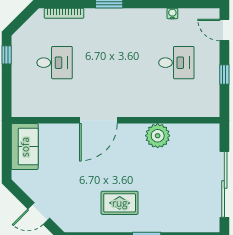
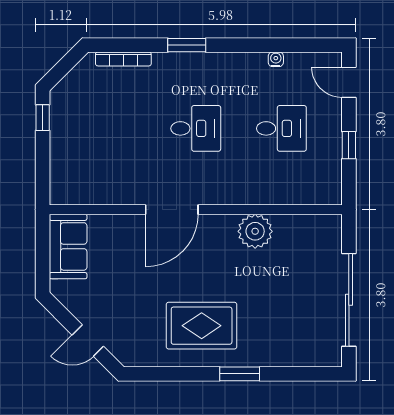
desk: (55, 63) -> (196, 128), moved
rug: (120, 203) -> (202, 326), width x1.36, depth x1.43

